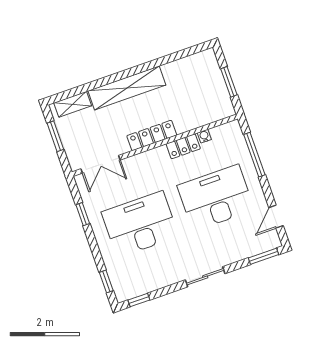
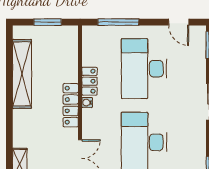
shelving: (127, 88) -> (22, 74), moved
water cooler: (204, 136) -> (87, 103), moved

